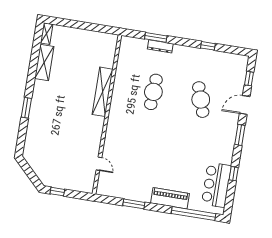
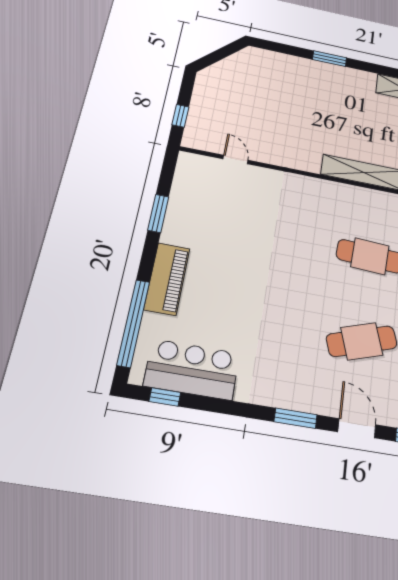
door: (99, 164) -> (236, 160), swing flipped
window: (234, 174) -> (165, 397), moved
window: (57, 192) -> (180, 116), moved

